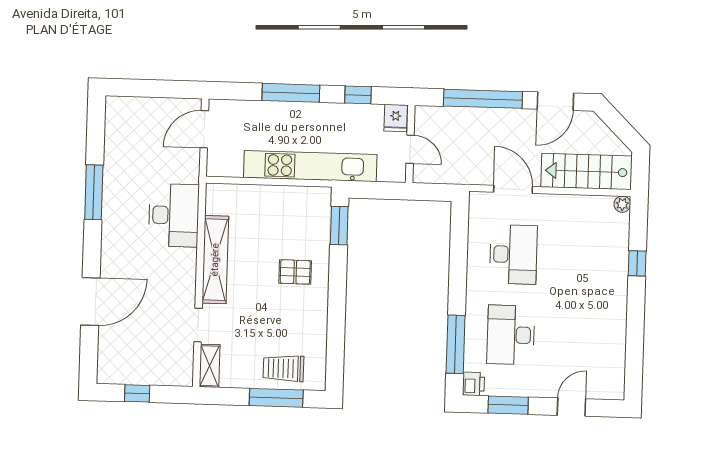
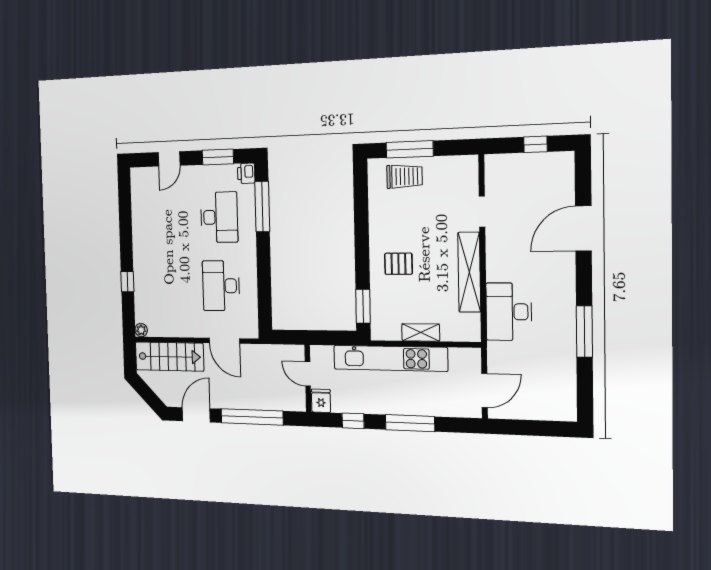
shelving: (210, 366) -> (421, 332), moved, turned 90

